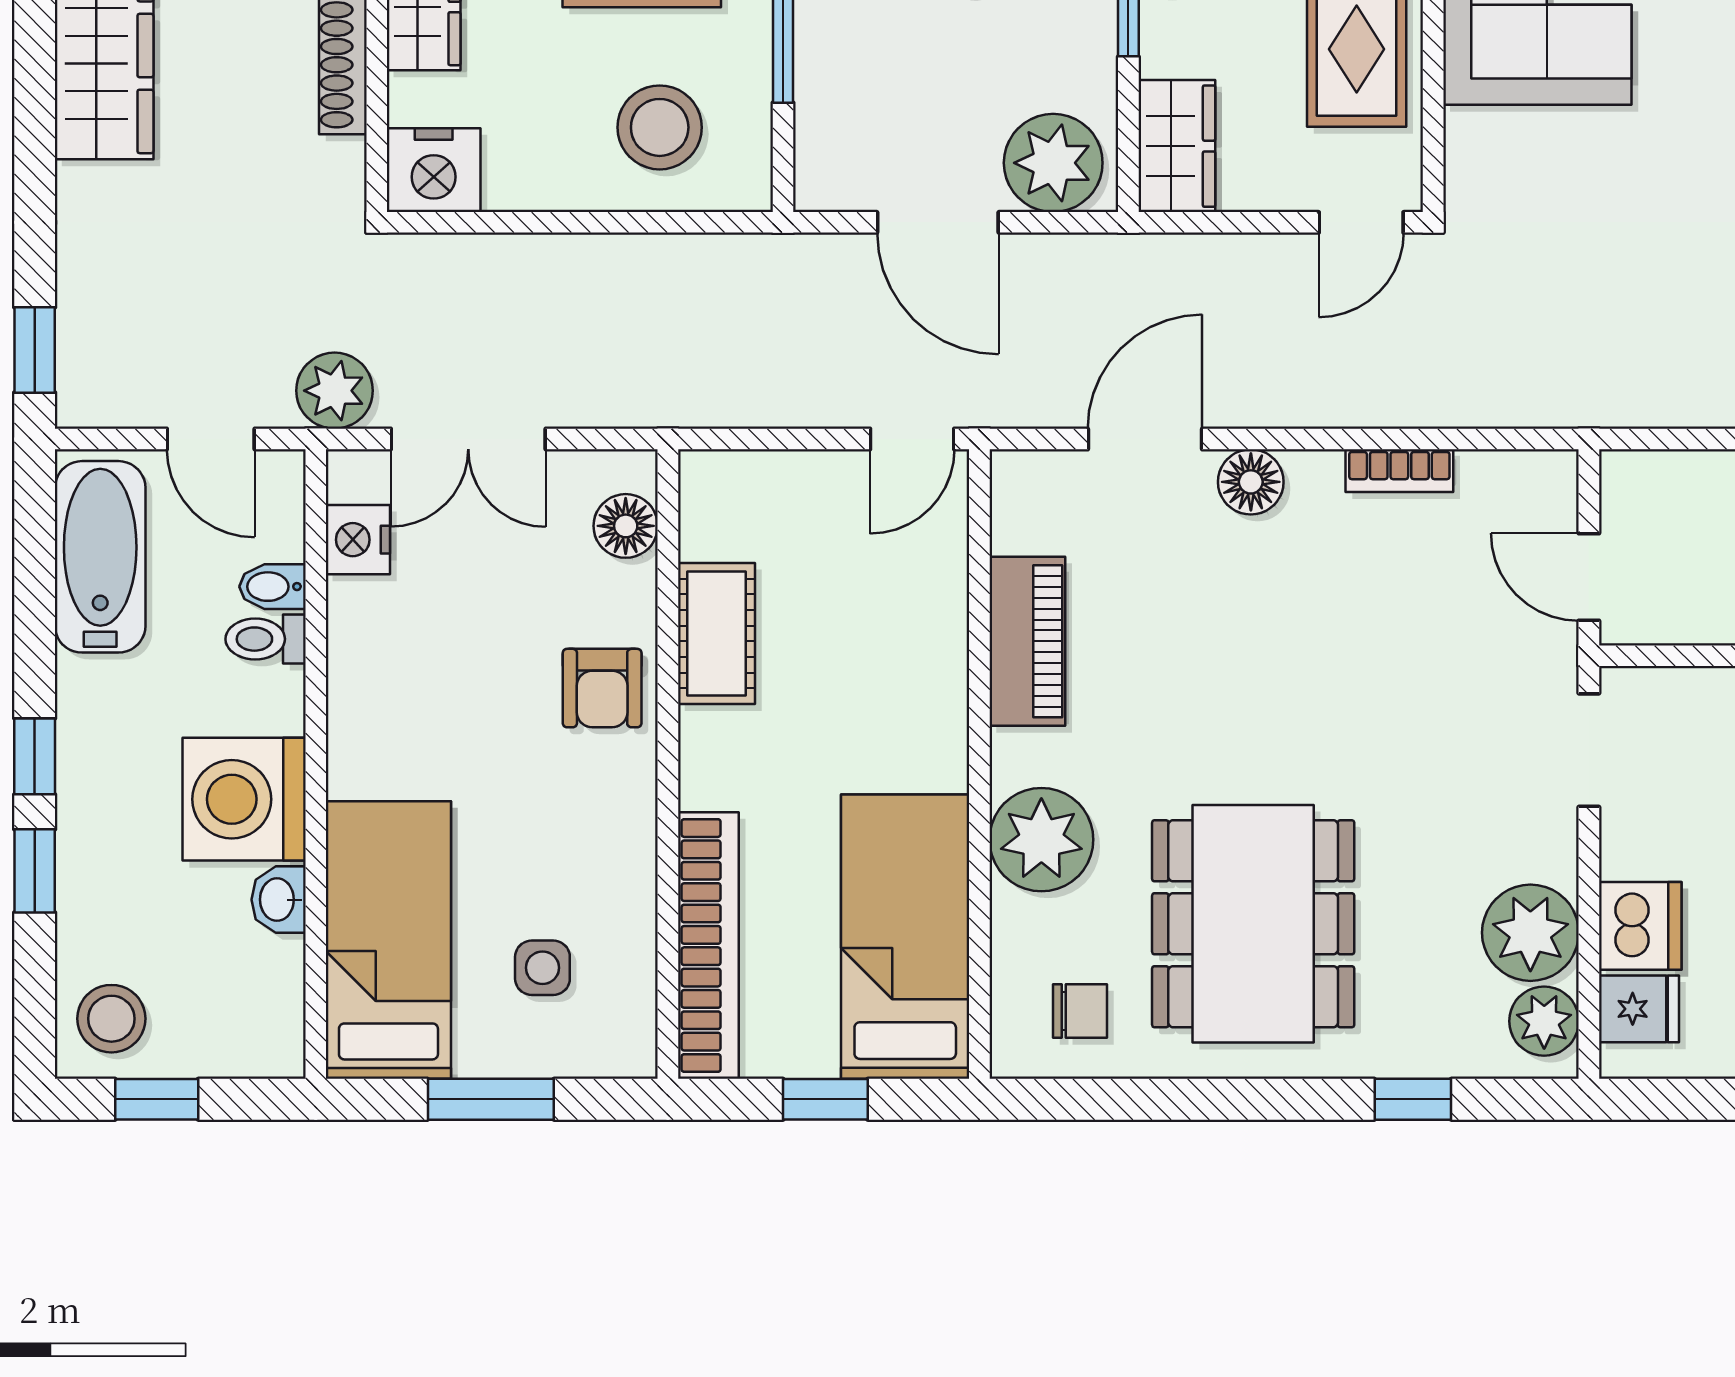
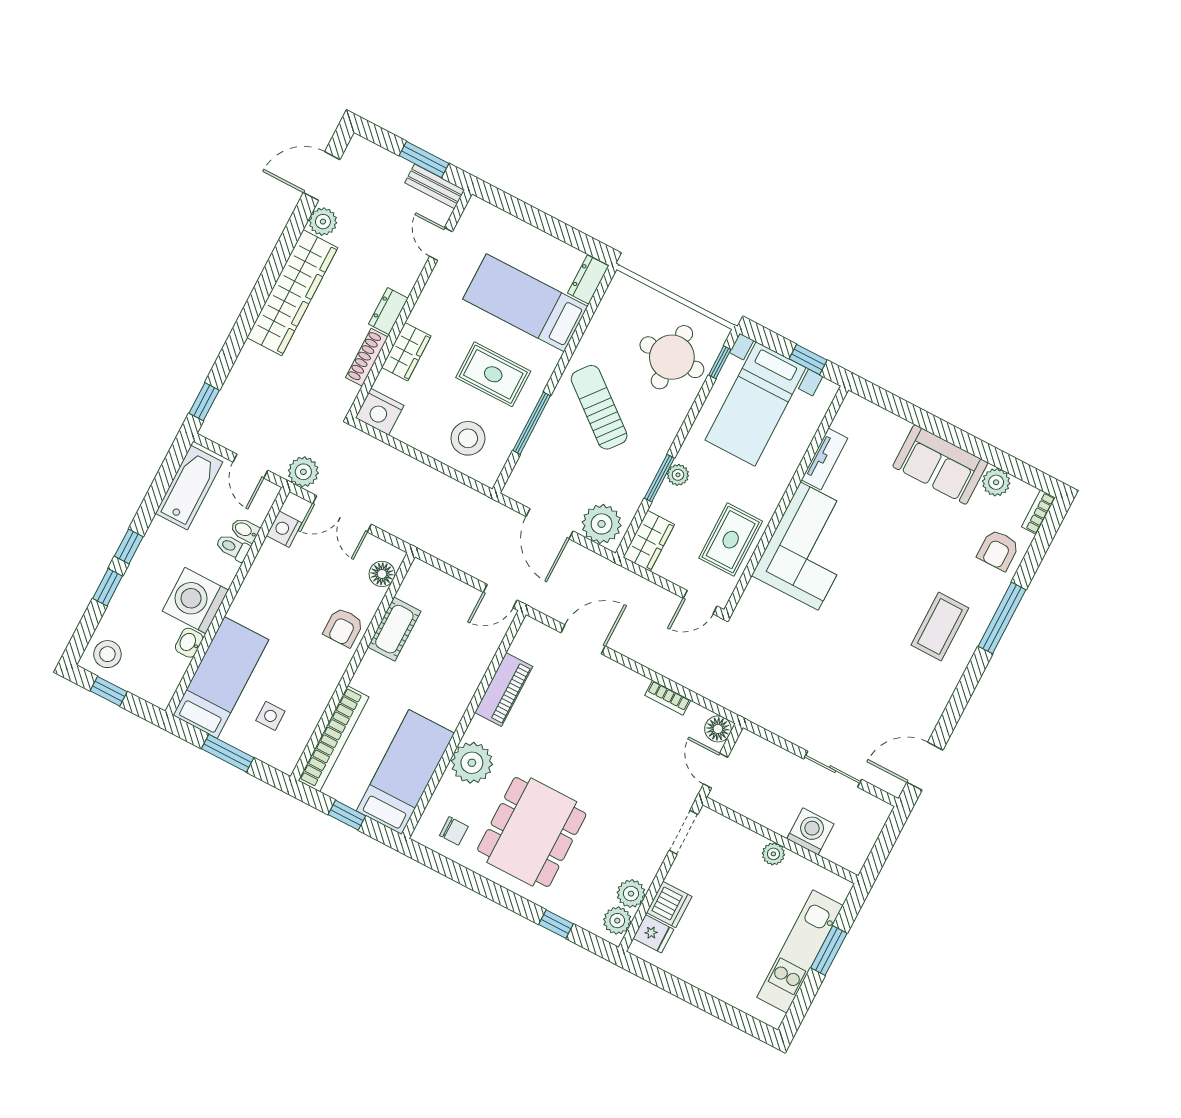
floor lamp: (1251, 482) -> (718, 729), moved
plant: (1530, 933) -> (631, 894), width x0.73, depth x0.73

